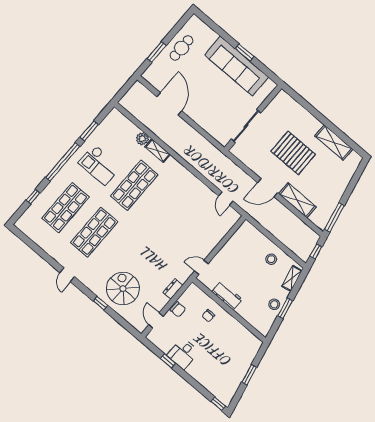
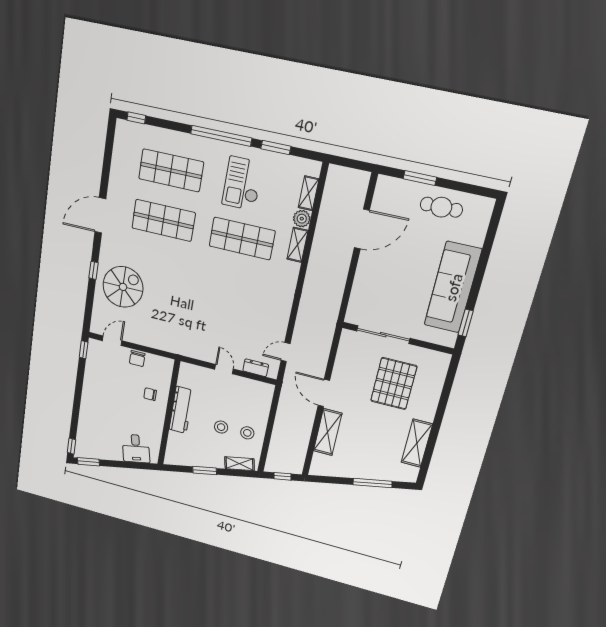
window: (245, 53) -> (466, 323), moved
shelving: (129, 126) -> (308, 193), added
pallet: (293, 153) -> (394, 384), moved
window: (33, 197) -> (136, 118), moved
window: (334, 217) -> (372, 483), moved
door: (201, 267) -> (224, 369), moved
door: (67, 275) -> (100, 215), width x1.88
dresser: (173, 289) -> (256, 368), moved
workbench: (227, 296) -> (181, 410), width x1.38
stool: (274, 304) -> (221, 427), moved
desk: (183, 353) -> (136, 448), moved, turned -102
window: (168, 361) -> (84, 350), moved
window: (249, 375) -> (88, 462), moved

